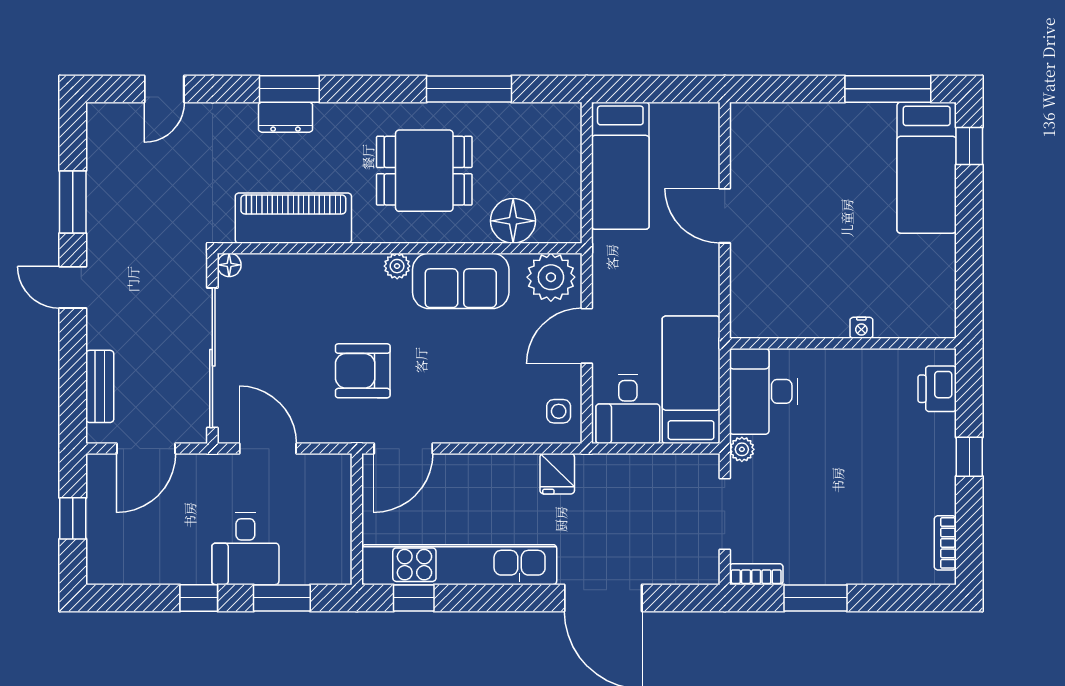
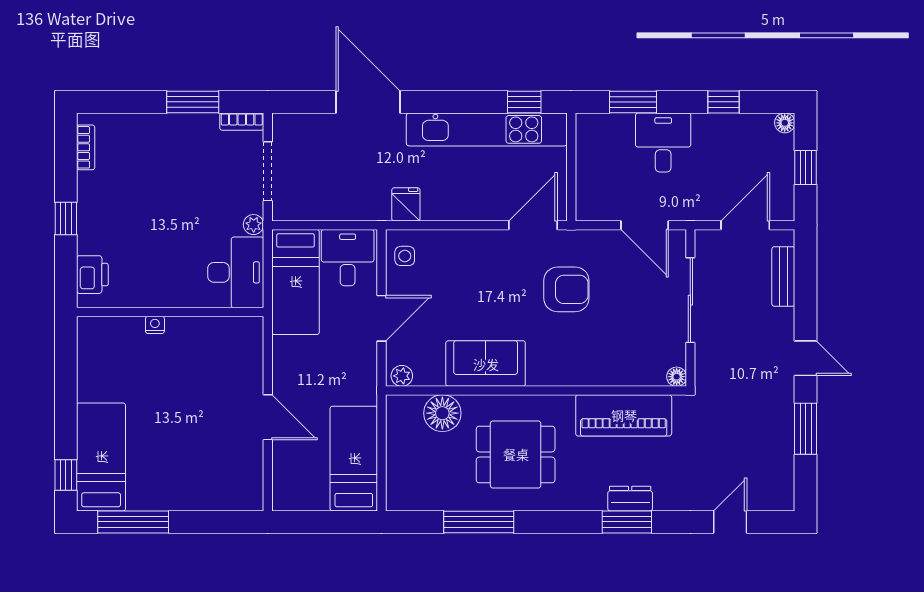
plant: (397, 266) -> (538, 376), removed
plant: (551, 277) -> (402, 376), width x0.53, depth x0.53
sliding door: (212, 358) -> (690, 300), width x0.73
floor lamp: (98, 573) -> (785, 123), added
window: (199, 598) -> (723, 102), moved

